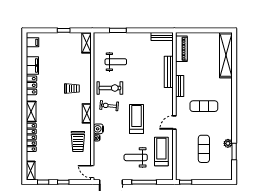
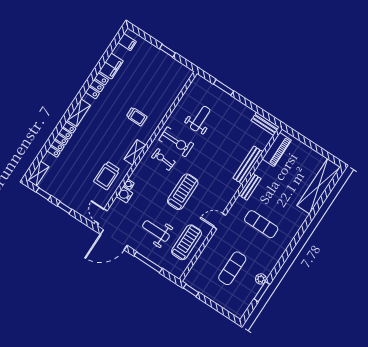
shelving: (86, 43) -> (183, 79), removed
weight bench: (116, 62) -> (200, 119), turned -90
water cooler: (98, 129) -> (125, 195), moved

